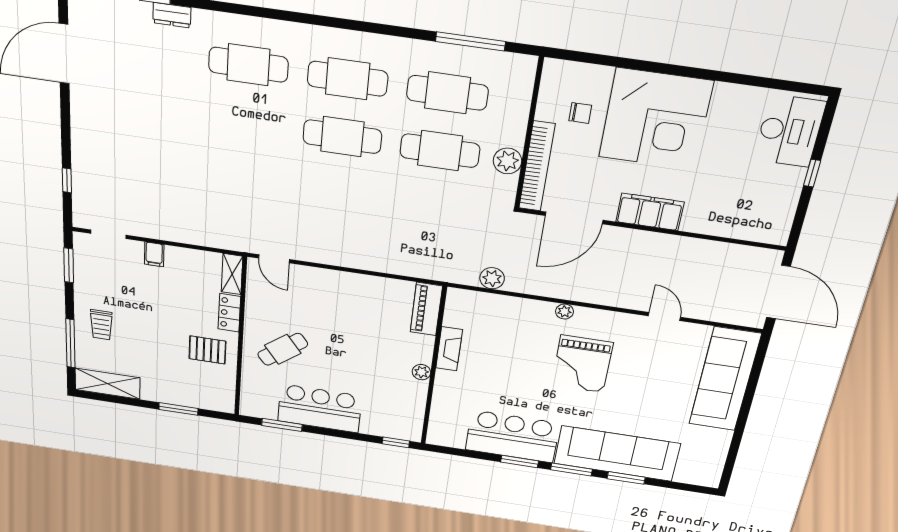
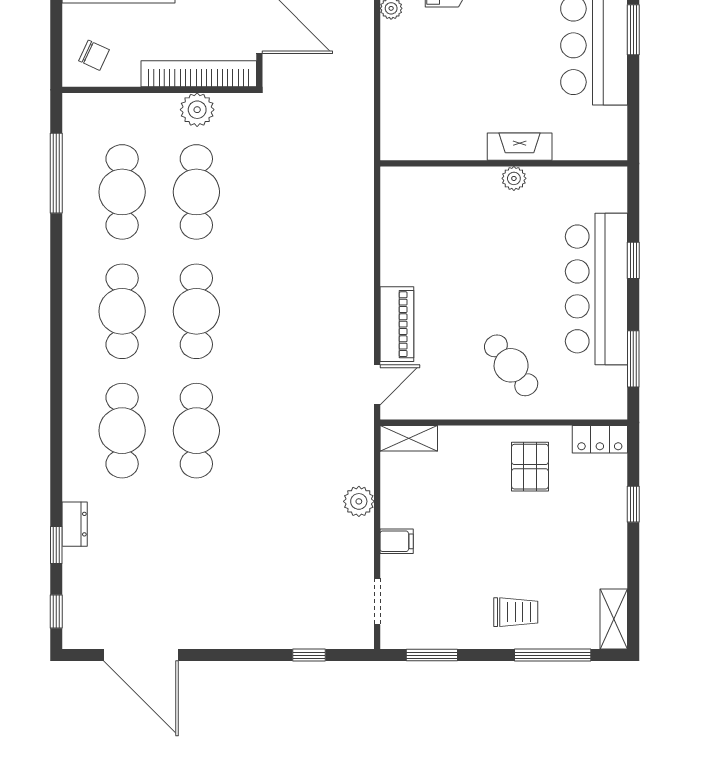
chair: (580, 113) -> (94, 55), moved, turned 115
cafe table: (245, 123) -> (196, 431), added
plant: (492, 278) -> (359, 501), moved
piano: (426, 309) -> (397, 324), moved, turned -90
locker: (229, 313) -> (600, 439), moved
fireplace: (449, 349) -> (520, 147), moved
shelving: (107, 384) -> (614, 619), width x0.67, depth x0.75
bar counter: (320, 408) -> (596, 289), width x1.36
window: (178, 409) -> (633, 504), width x0.67
window: (396, 442) -> (633, 260), moved

